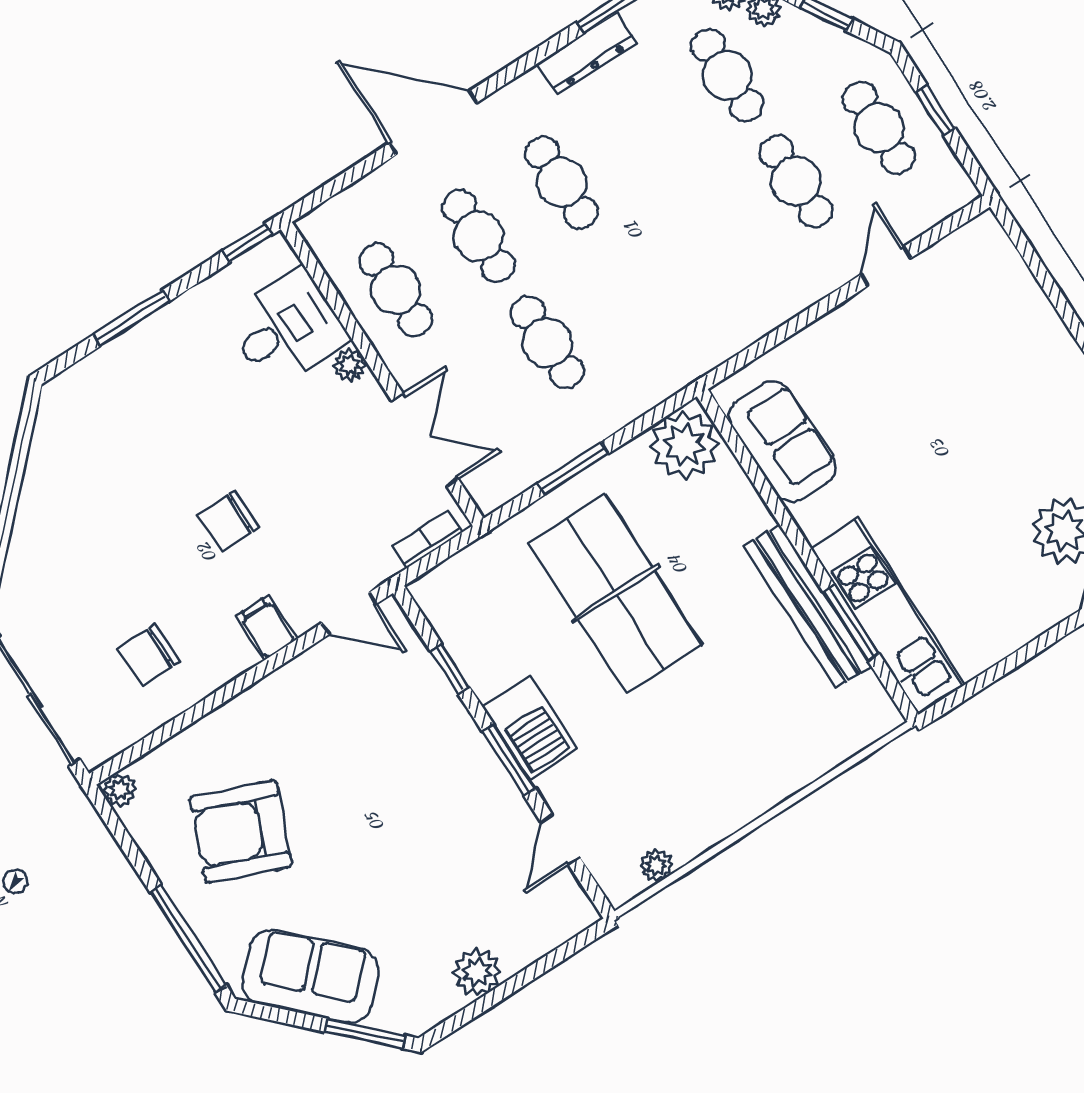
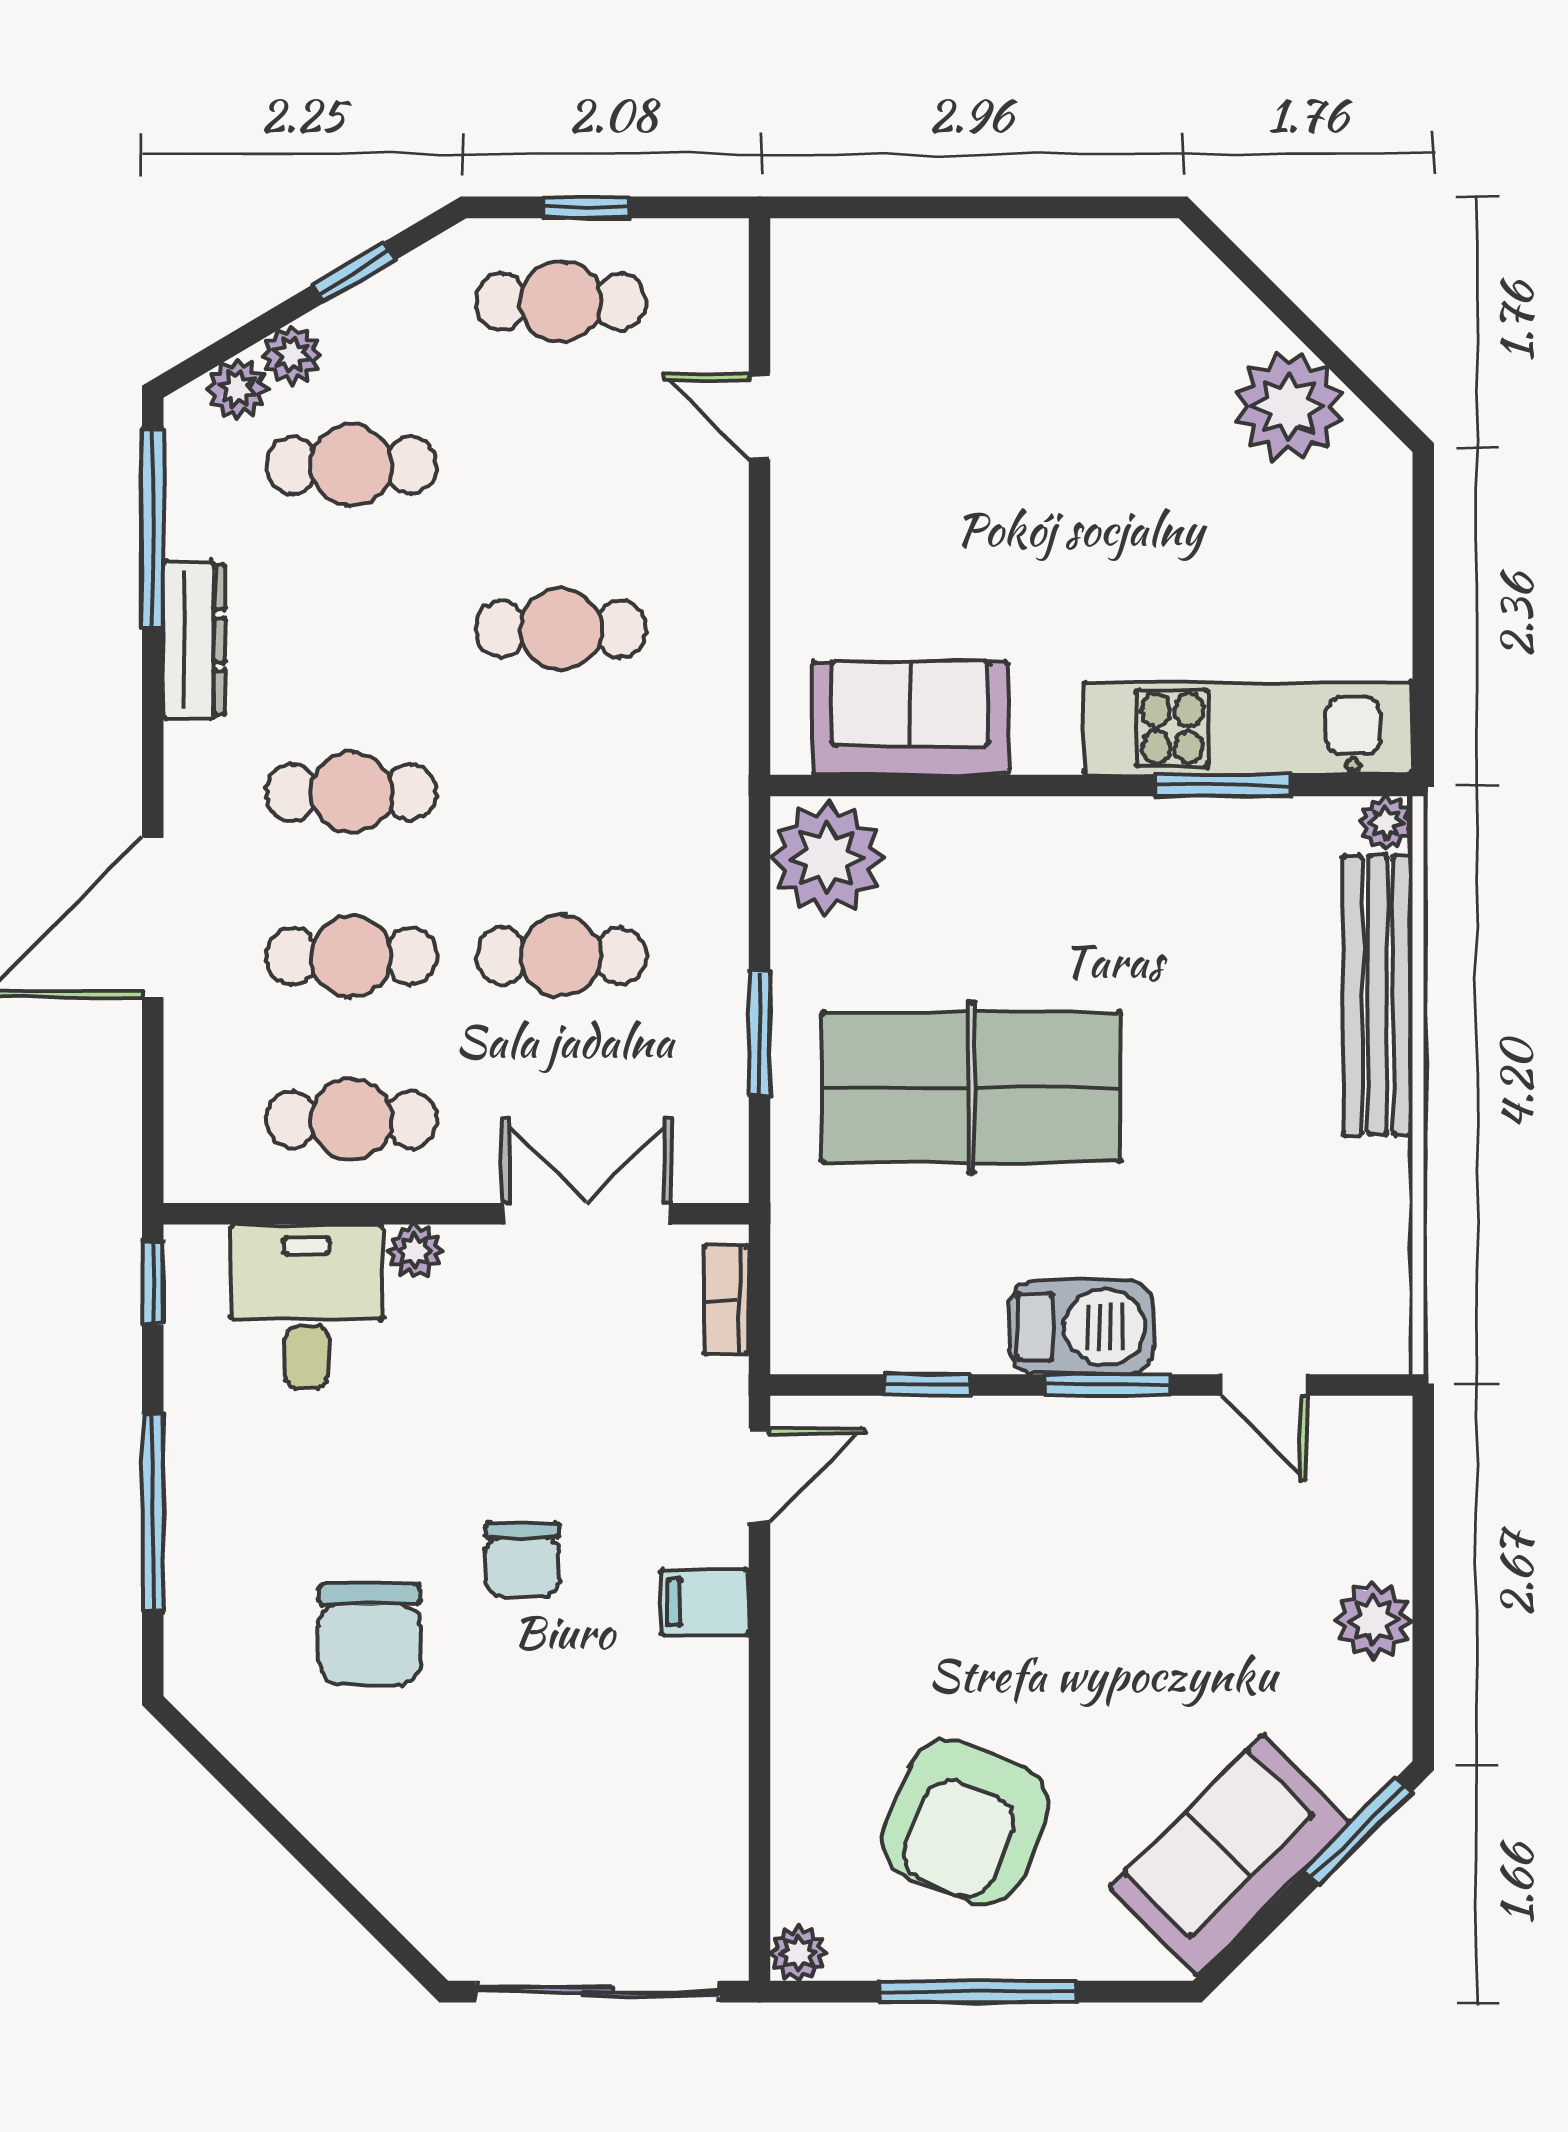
cafe table: (796, 181) -> (561, 629), moved
window: (131, 318) -> (153, 1512), width x1.44
bench: (808, 606) -> (1378, 995), moved, turned 90
chair: (149, 655) -> (369, 1635), moved, width x1.37, depth x1.37
plant: (656, 865) -> (1386, 823), moved
window: (188, 939) -> (977, 1992), moved

